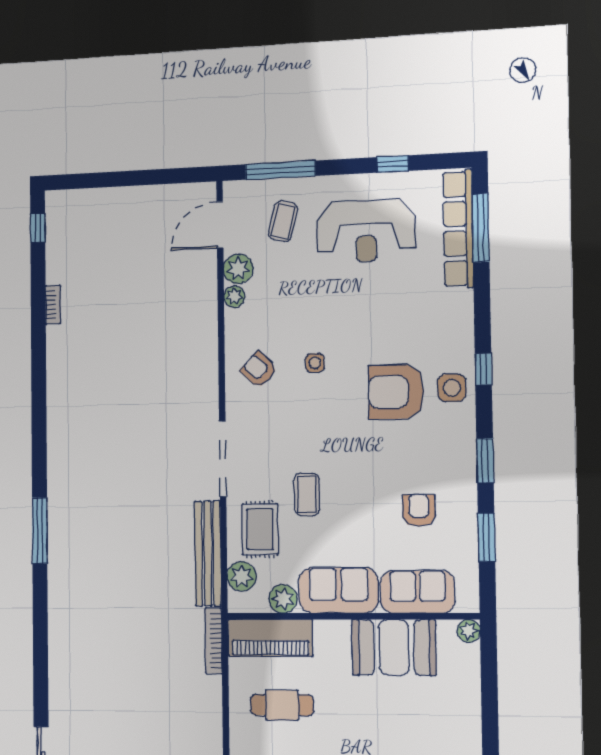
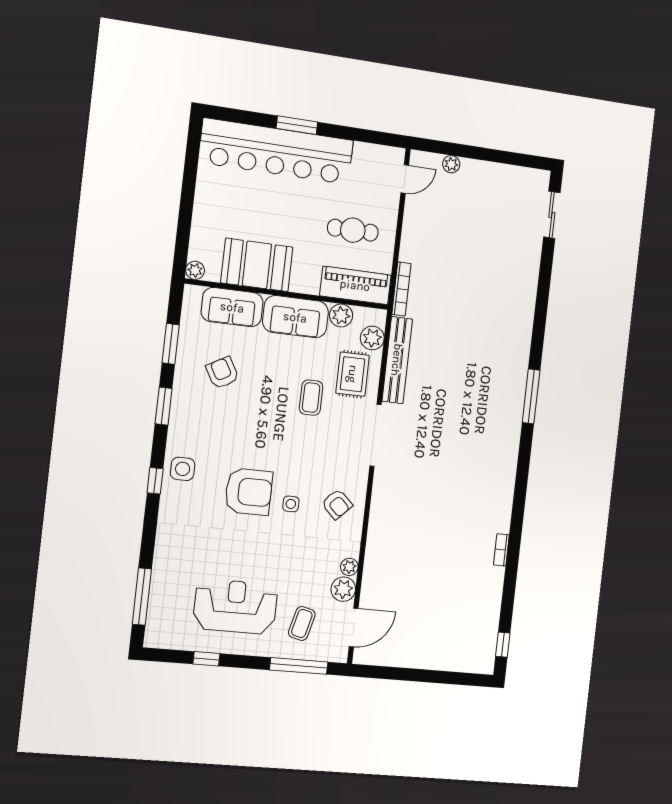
row of seats: (458, 229) -> (160, 598), removed
bookcase: (53, 305) -> (501, 550), moved
armchair: (396, 392) -> (249, 492), moved
armchair: (419, 510) -> (222, 373), turned 151

